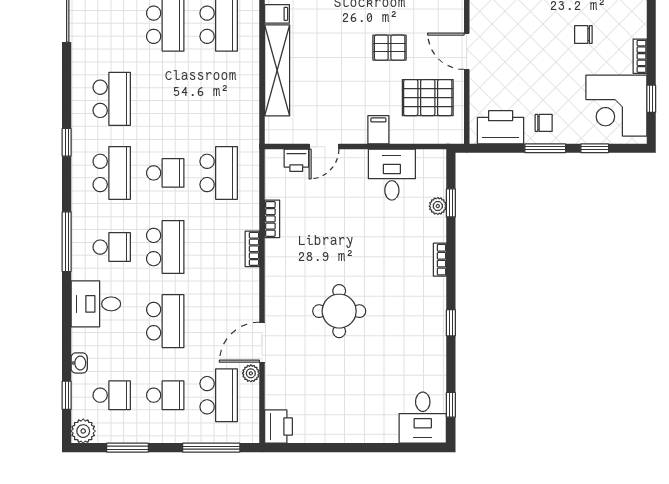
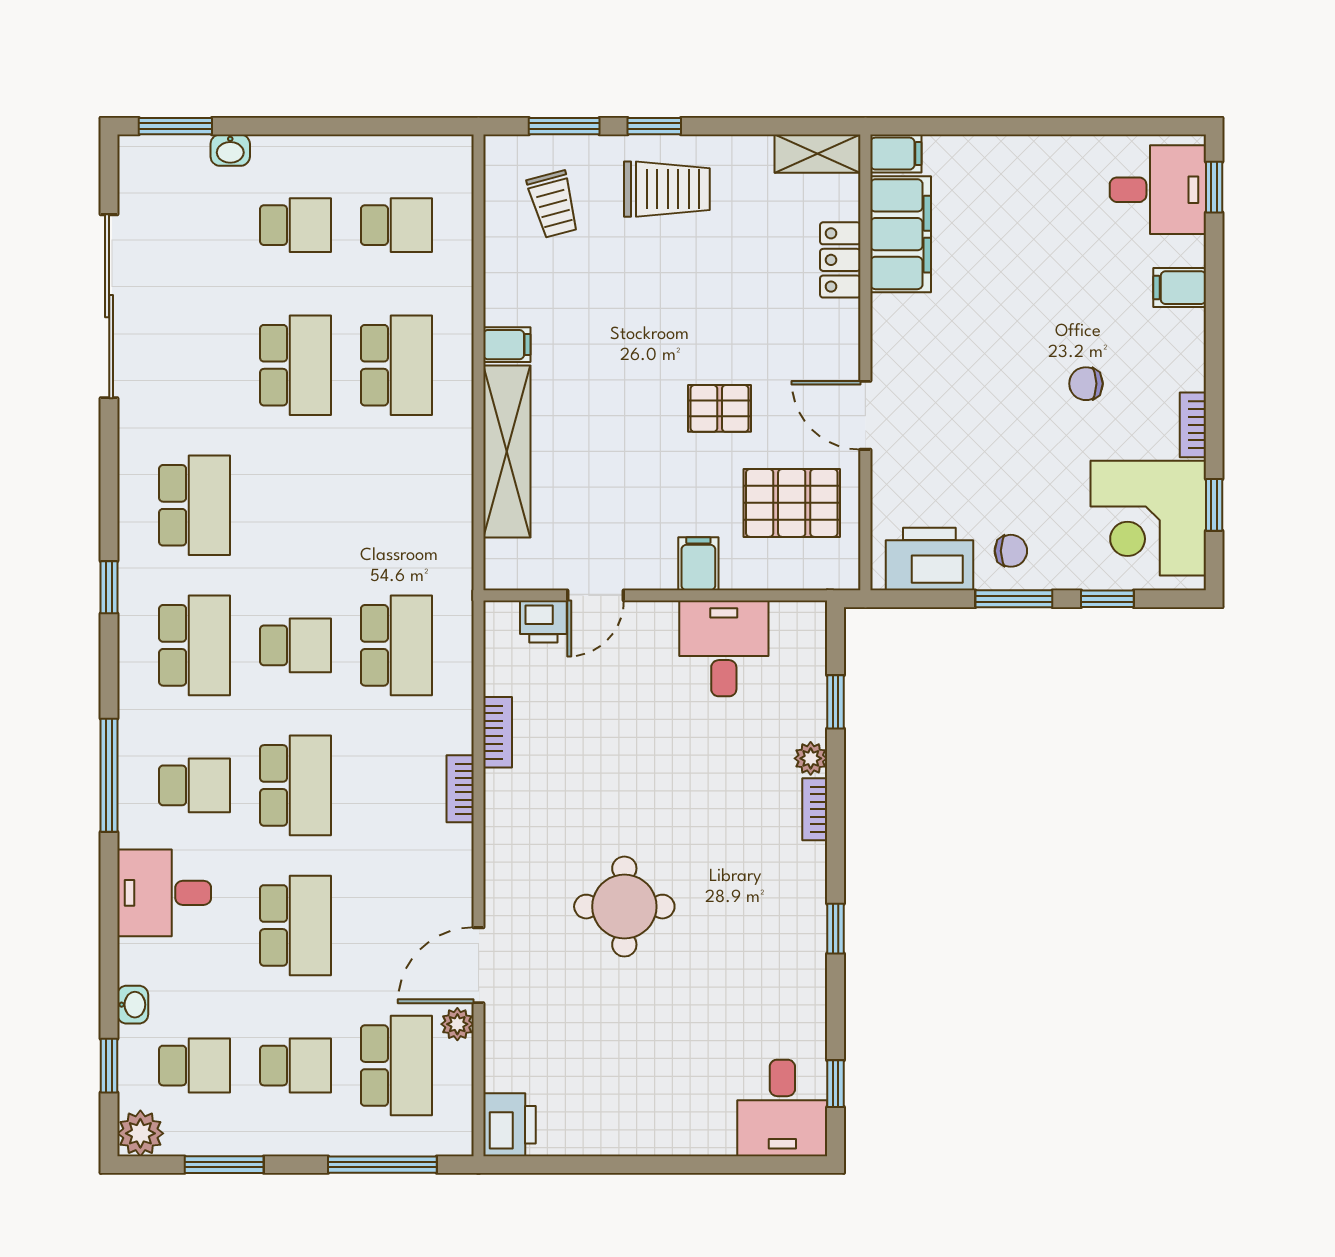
plant: (438, 206) -> (811, 758), moved

